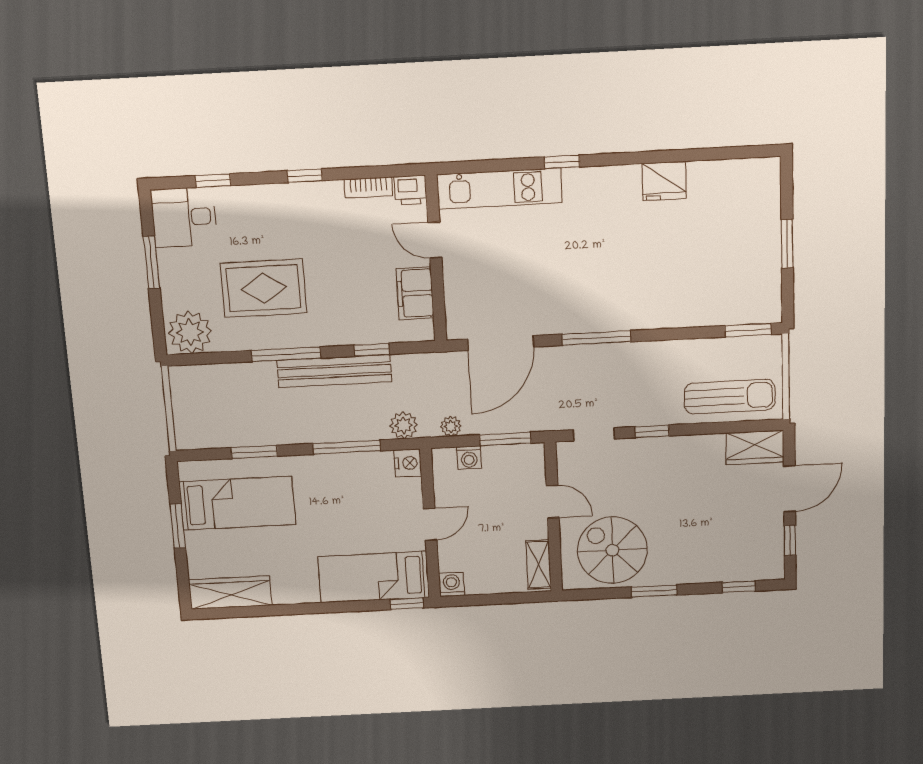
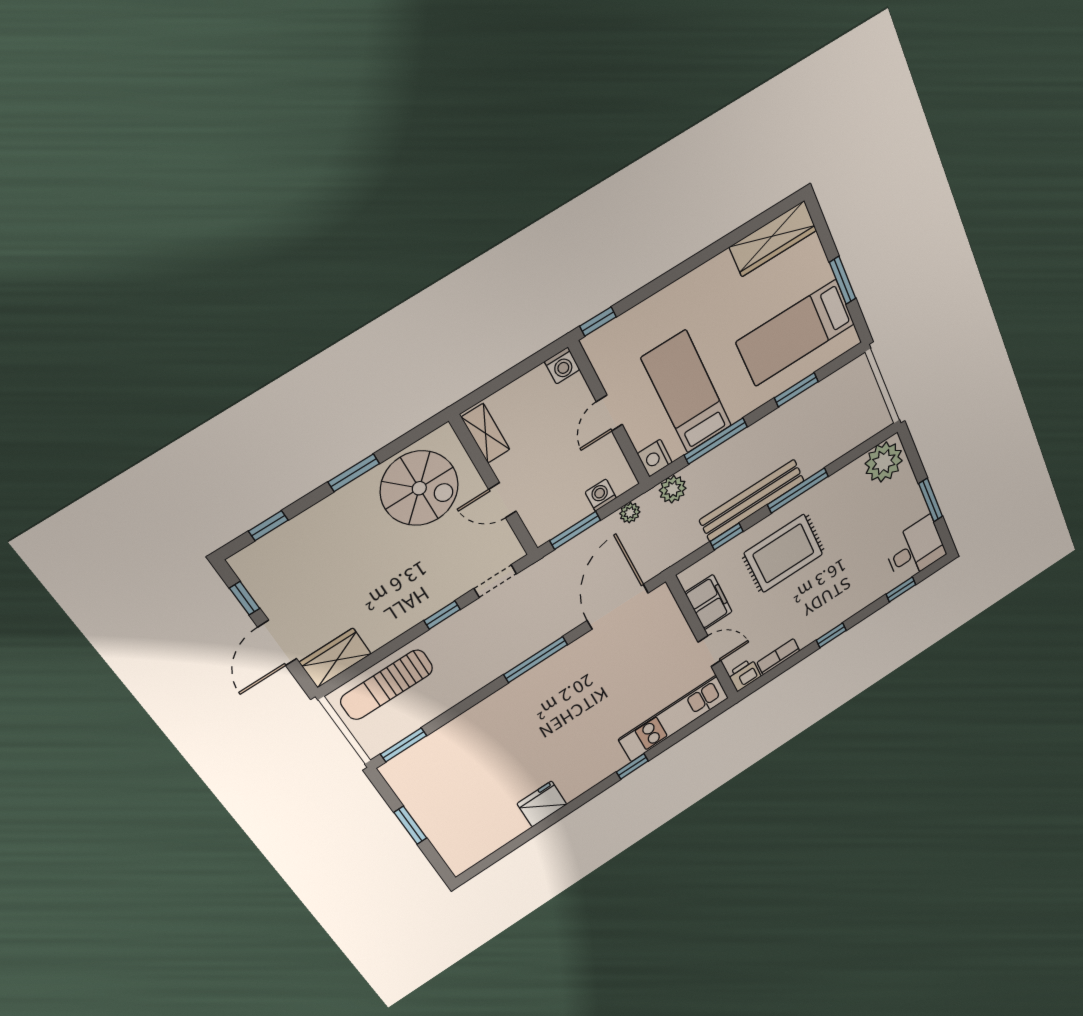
rug: (264, 288) -> (784, 553), moved
bed: (374, 577) -> (687, 392), moved, turned -90

